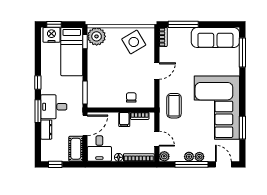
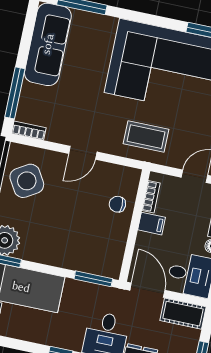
door: (157, 71) -> (83, 153), swing flipped

